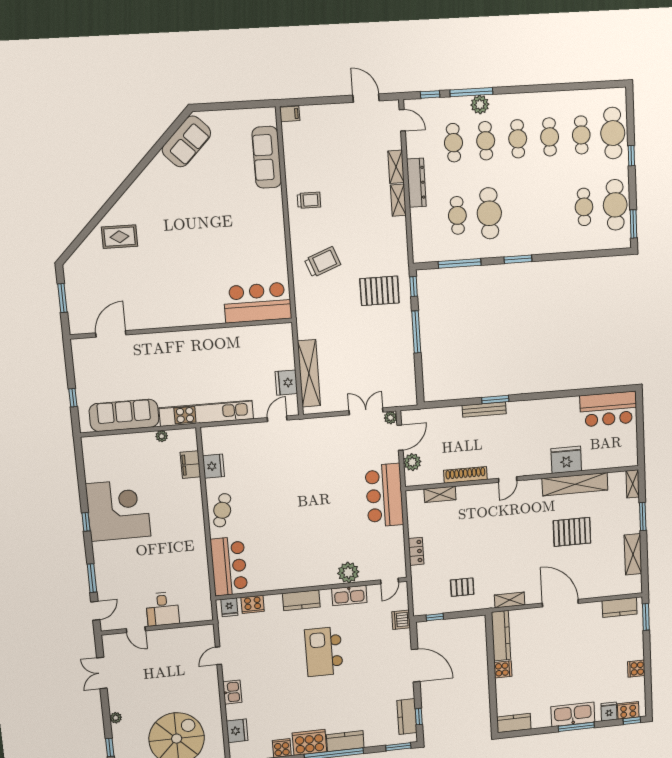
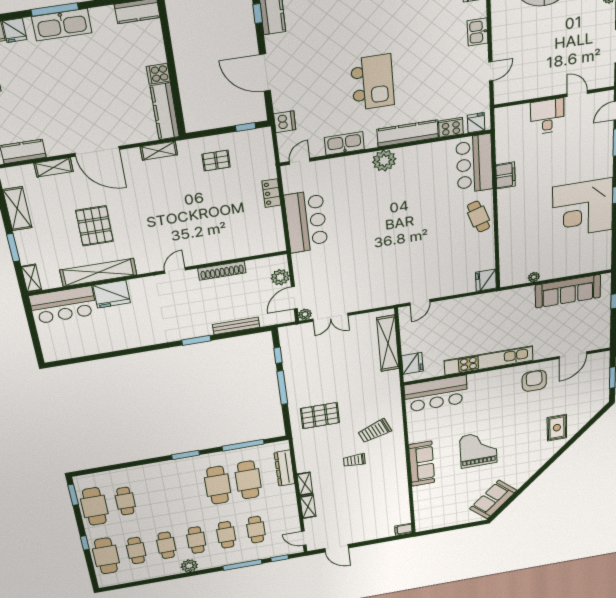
plant: (480, 105) -> (189, 566), moved
sofa: (267, 157) -> (422, 464), moved
dresser: (416, 183) -> (284, 468), moved
trolley: (309, 200) -> (354, 460), moved
cafe table: (457, 215) -> (248, 480), width x1.37, depth x1.35
grand piano: (208, 219) -> (478, 449), added
rug: (119, 237) -> (557, 428), turned 90
window: (414, 287) -> (278, 355), moved
armchair: (151, 305) -> (534, 381), added
fridge: (286, 383) -> (412, 363), moved
bar counter: (608, 409) -> (63, 305), moved, turned 180
bench: (484, 410) -> (236, 326), moved
kitchen unit: (206, 413) -> (489, 360), moved, turned 180
filing cabinet: (190, 465) -> (506, 175), moved
fridge: (213, 466) -> (486, 280), moved
shelving: (440, 494) -> (54, 167), moved
bar counter: (384, 495) -> (306, 222), moved
cafe table: (222, 510) -> (479, 217), turned -35
pallet: (572, 532) -> (94, 226), turned 90
plant: (348, 573) -> (384, 161), moved
kitchen counter: (301, 600) -> (408, 133), width x1.50

